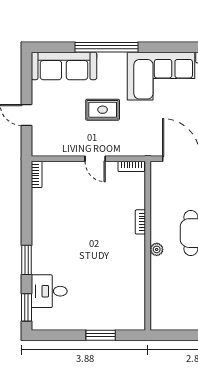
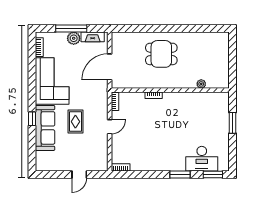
window: (107, 47) -> (32, 119), width x0.32
sofa: (64, 66) -> (45, 128), moved
plant: (157, 249) -> (201, 84), moved
desk: (49, 291) -> (202, 159), width x1.37

